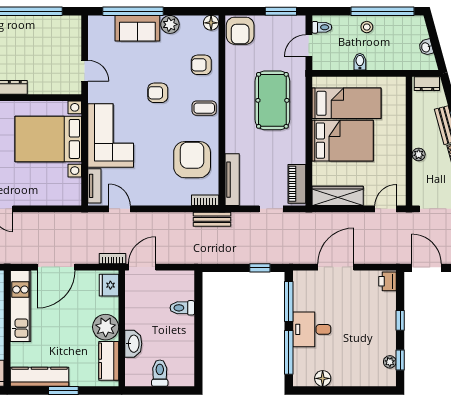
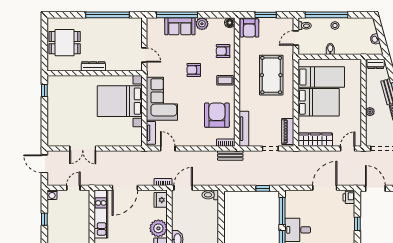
window: (281, 11) -> (266, 15), moved
window: (383, 11) -> (327, 15), moved
door: (336, 267) -> (325, 188), moved
toilet: (182, 308) -> (210, 195), moved

